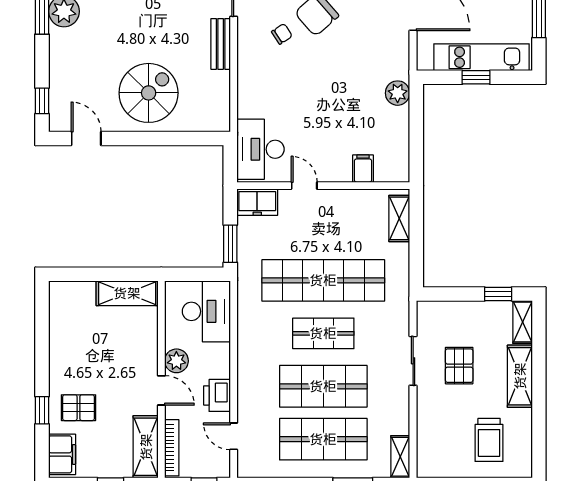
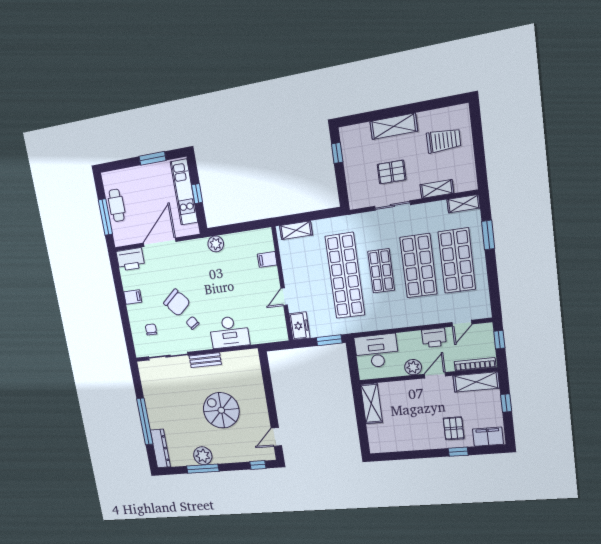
spiral stairs: (149, 93) -> (221, 410), moved
desk: (260, 149) -> (229, 332), moved
shelving: (523, 322) -> (437, 189), moved

